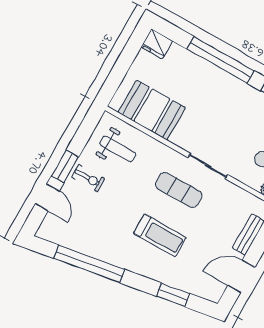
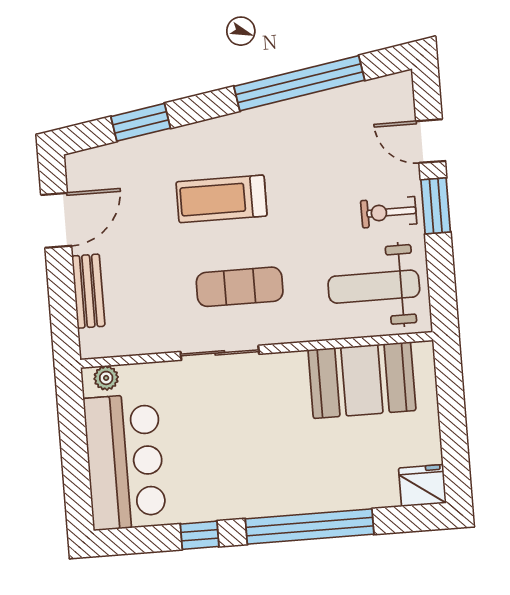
weight bench: (118, 149) -> (374, 287), width x1.36, depth x1.33

